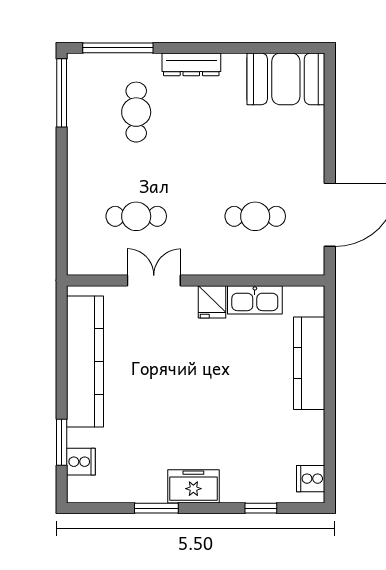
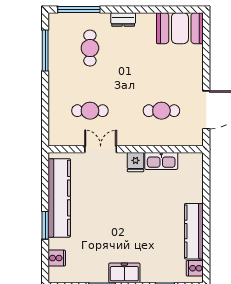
dresser: (191, 64) -> (123, 19), width x0.70
window: (62, 93) -> (45, 51), moved
kitchen counter: (309, 363) -> (194, 231), moved
window: (62, 442) -> (45, 225), moved

